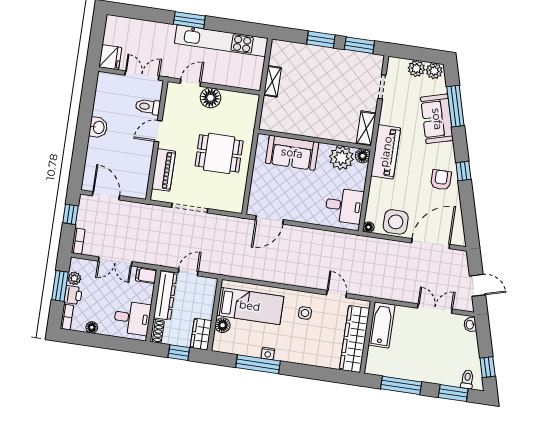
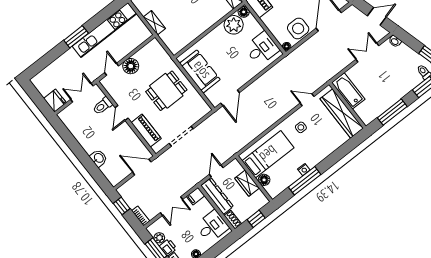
washbasin: (98, 127) -> (99, 158), moved
sofa: (292, 153) -> (200, 71), moved, turned -90
door: (106, 196) -> (142, 167), moved
wardrobe: (201, 334) -> (247, 183), moved

